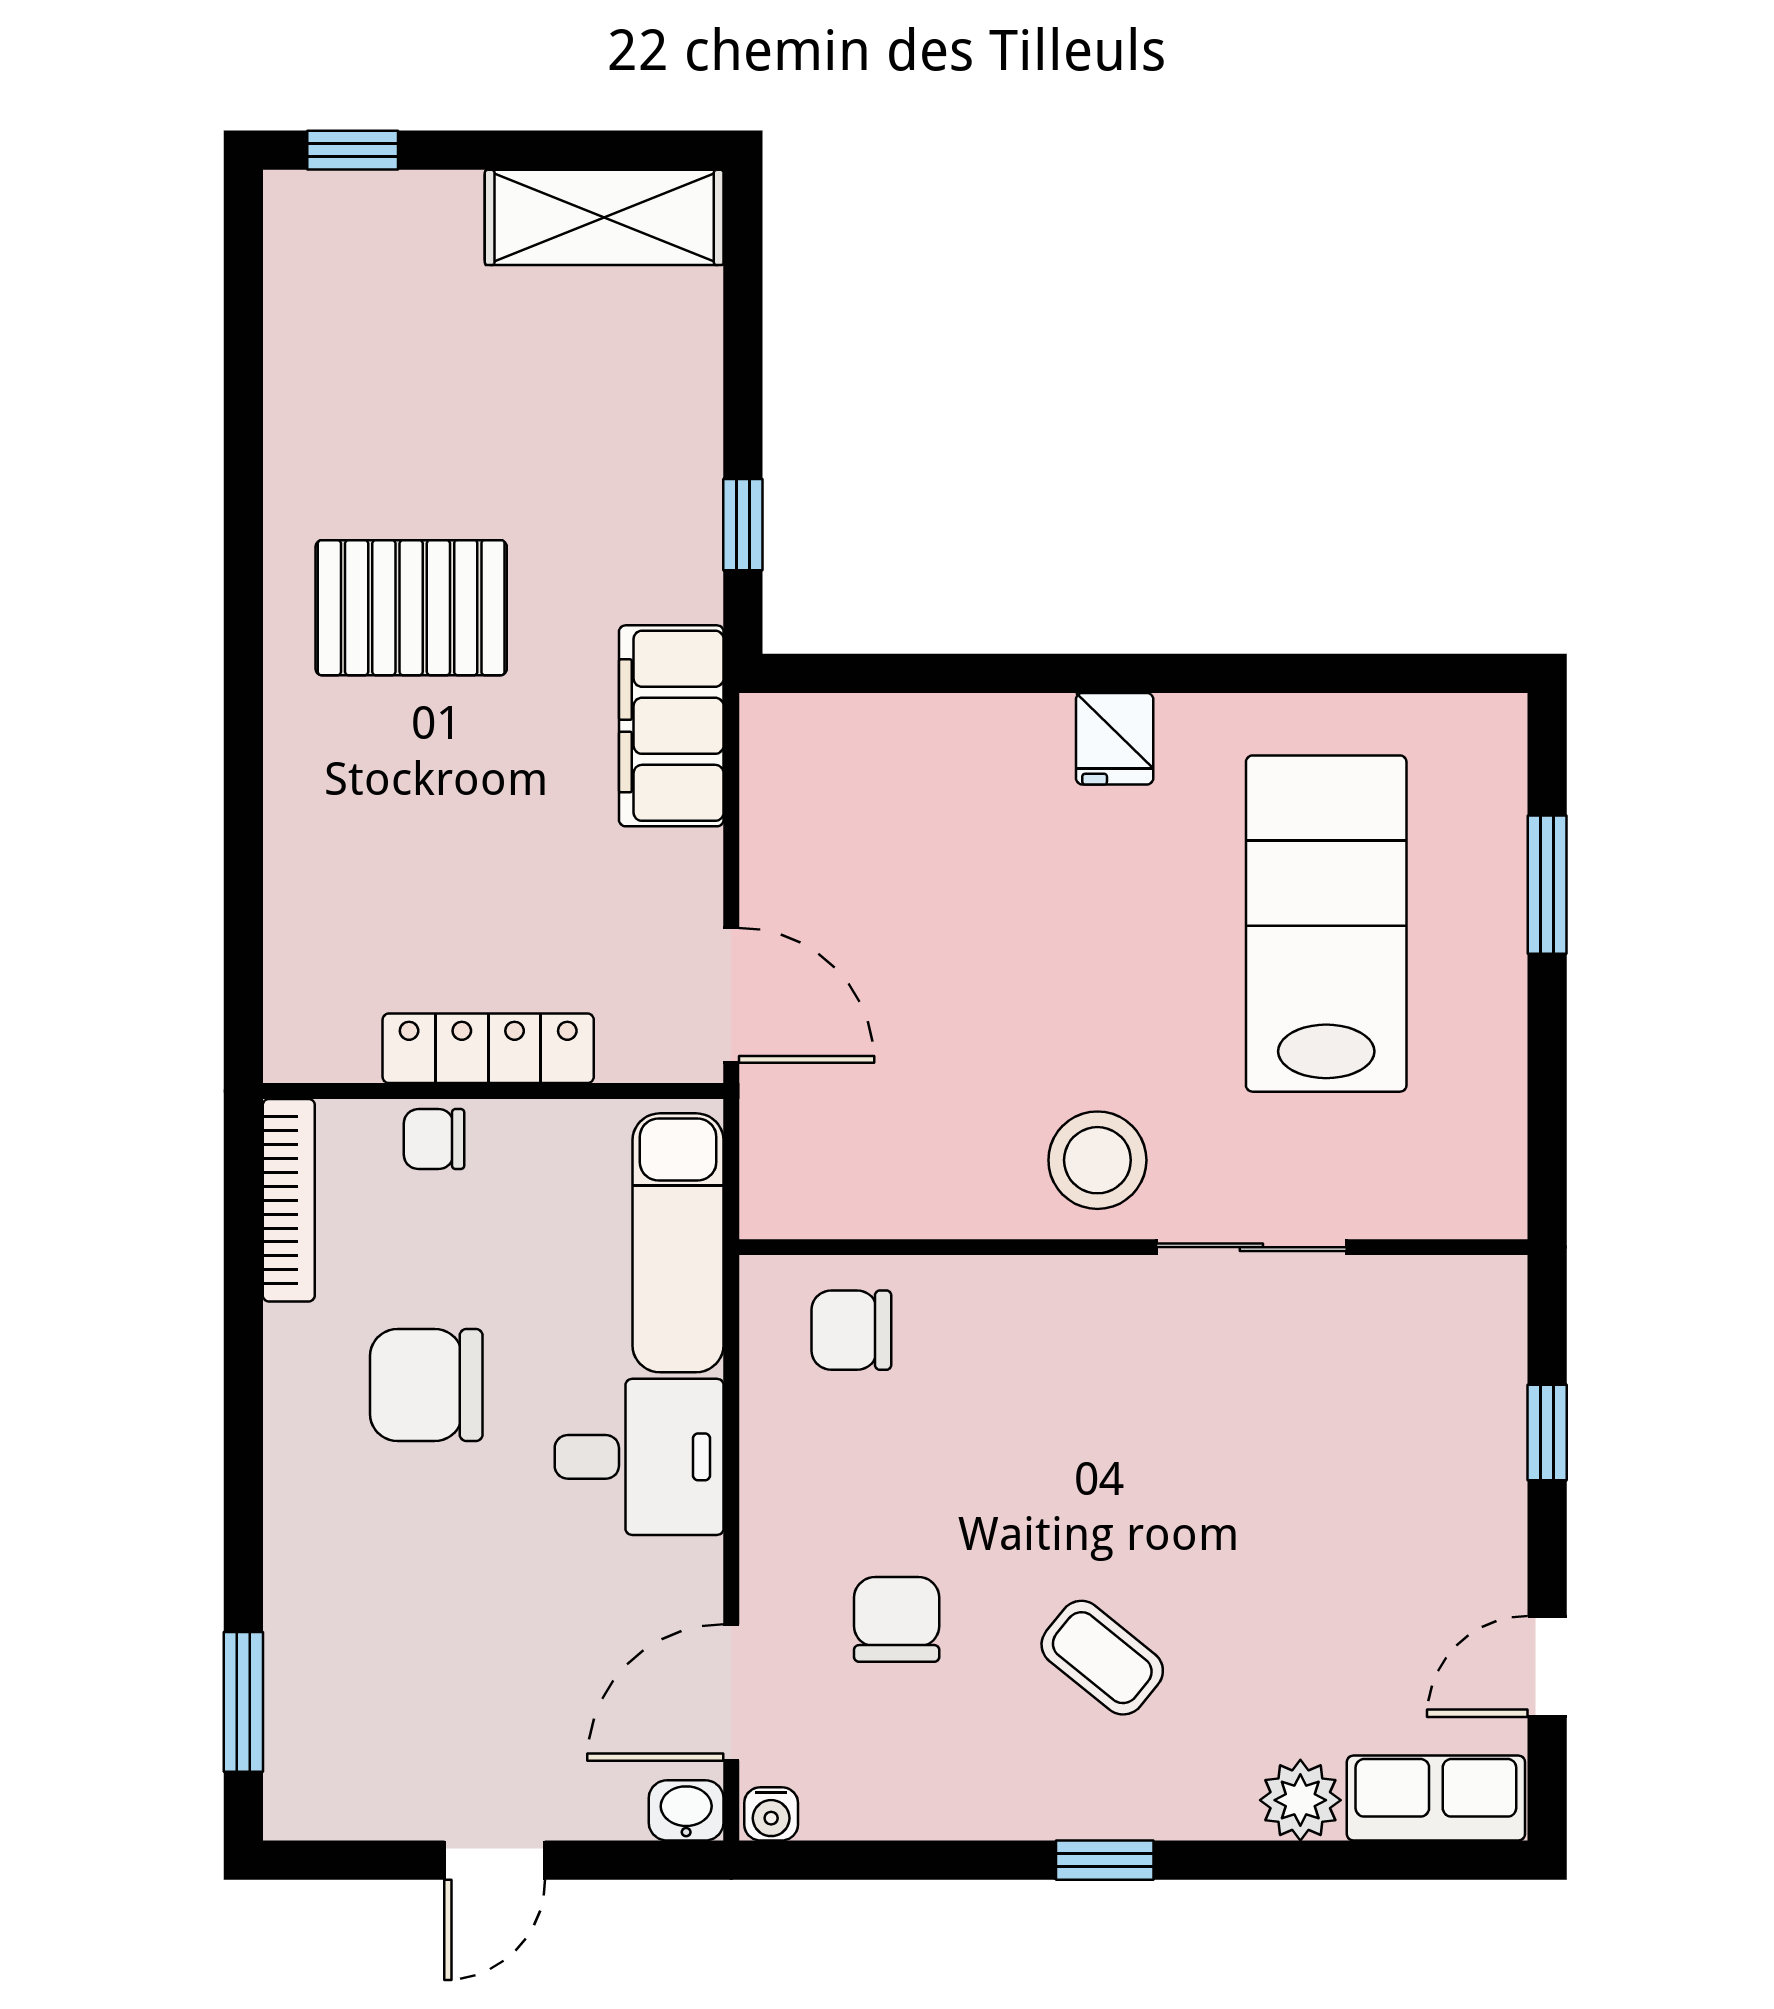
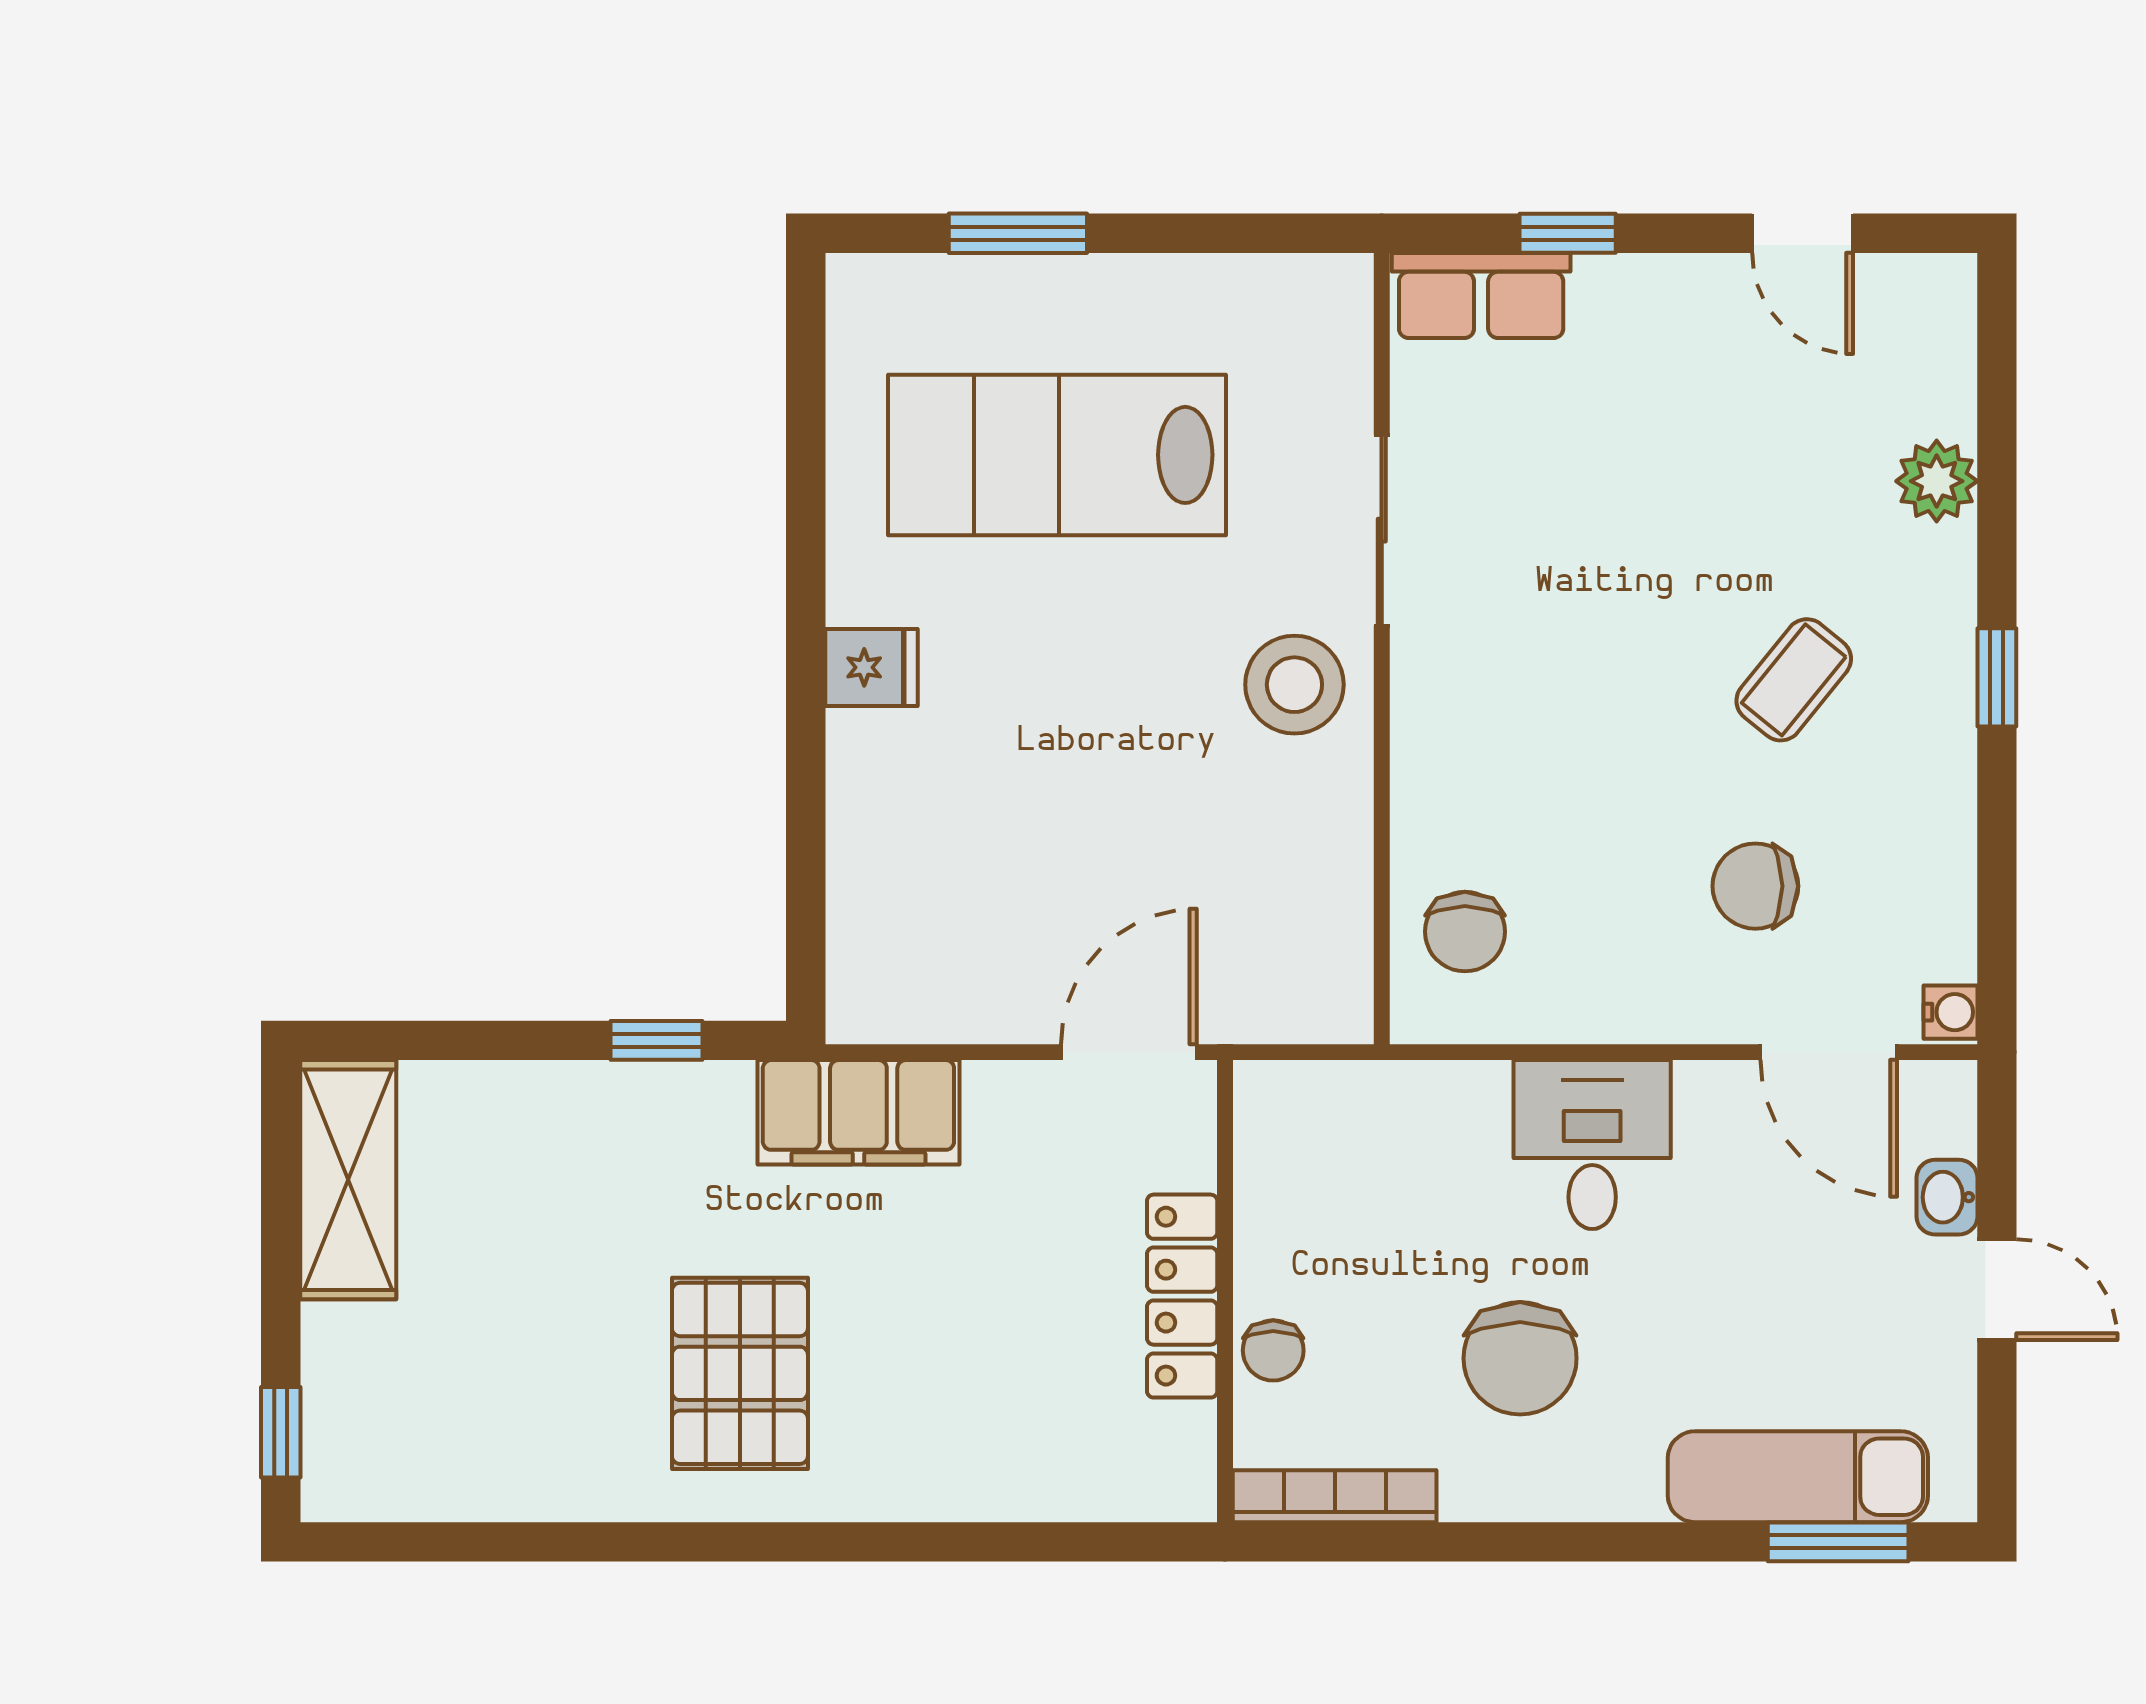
exam couch: (678, 1243) -> (1798, 1477), moved, turned 180
row of seats: (1436, 1798) -> (1481, 296), moved, turned -90
washbasin: (686, 1810) -> (1947, 1197), moved

